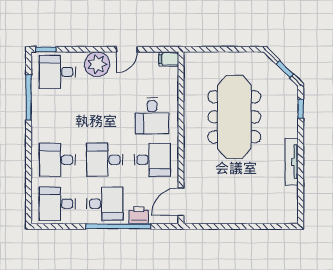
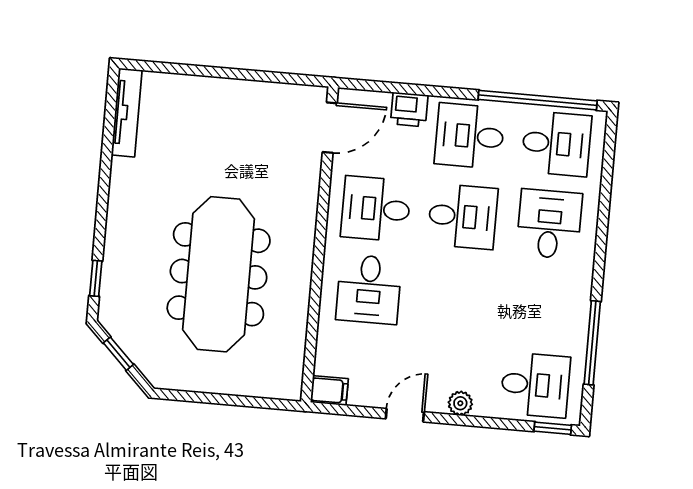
plant: (97, 64) -> (460, 403), width x0.53, depth x0.53
desk: (152, 116) -> (369, 289), turned 180
desk: (57, 160) -> (549, 224), turned -90
tv unit: (292, 162) -> (127, 113), moved
window: (118, 226) -> (538, 100), moved

